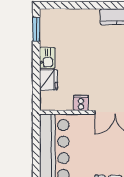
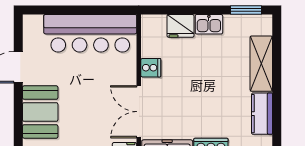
shelving: (78, 17) -> (261, 64), added

